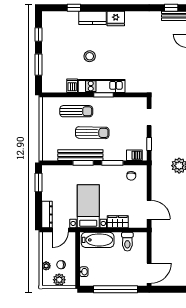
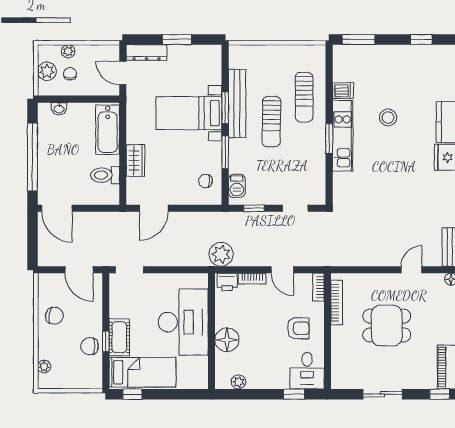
window: (38, 65) -> (358, 39), moved
window: (38, 182) -> (177, 39), moved
bed with nightstands: (88, 206) -> (189, 113), moved, turned 180

